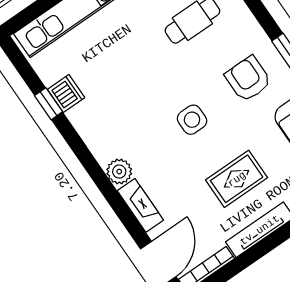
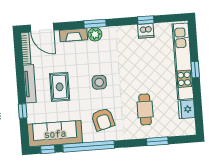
armchair: (248, 79) -> (103, 119), turned 75
window: (102, 181) -> (95, 24), added

